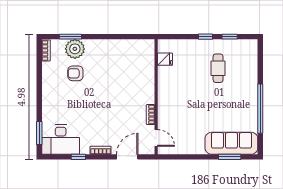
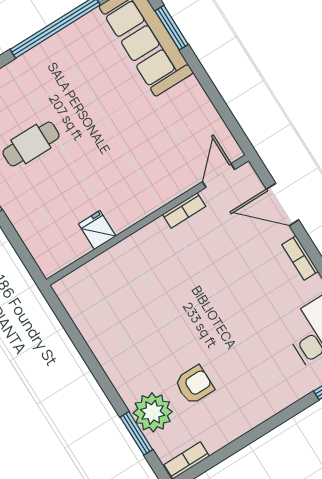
fridge: (165, 59) -> (97, 230), moved
armchair: (75, 73) -> (194, 385), turned -90

